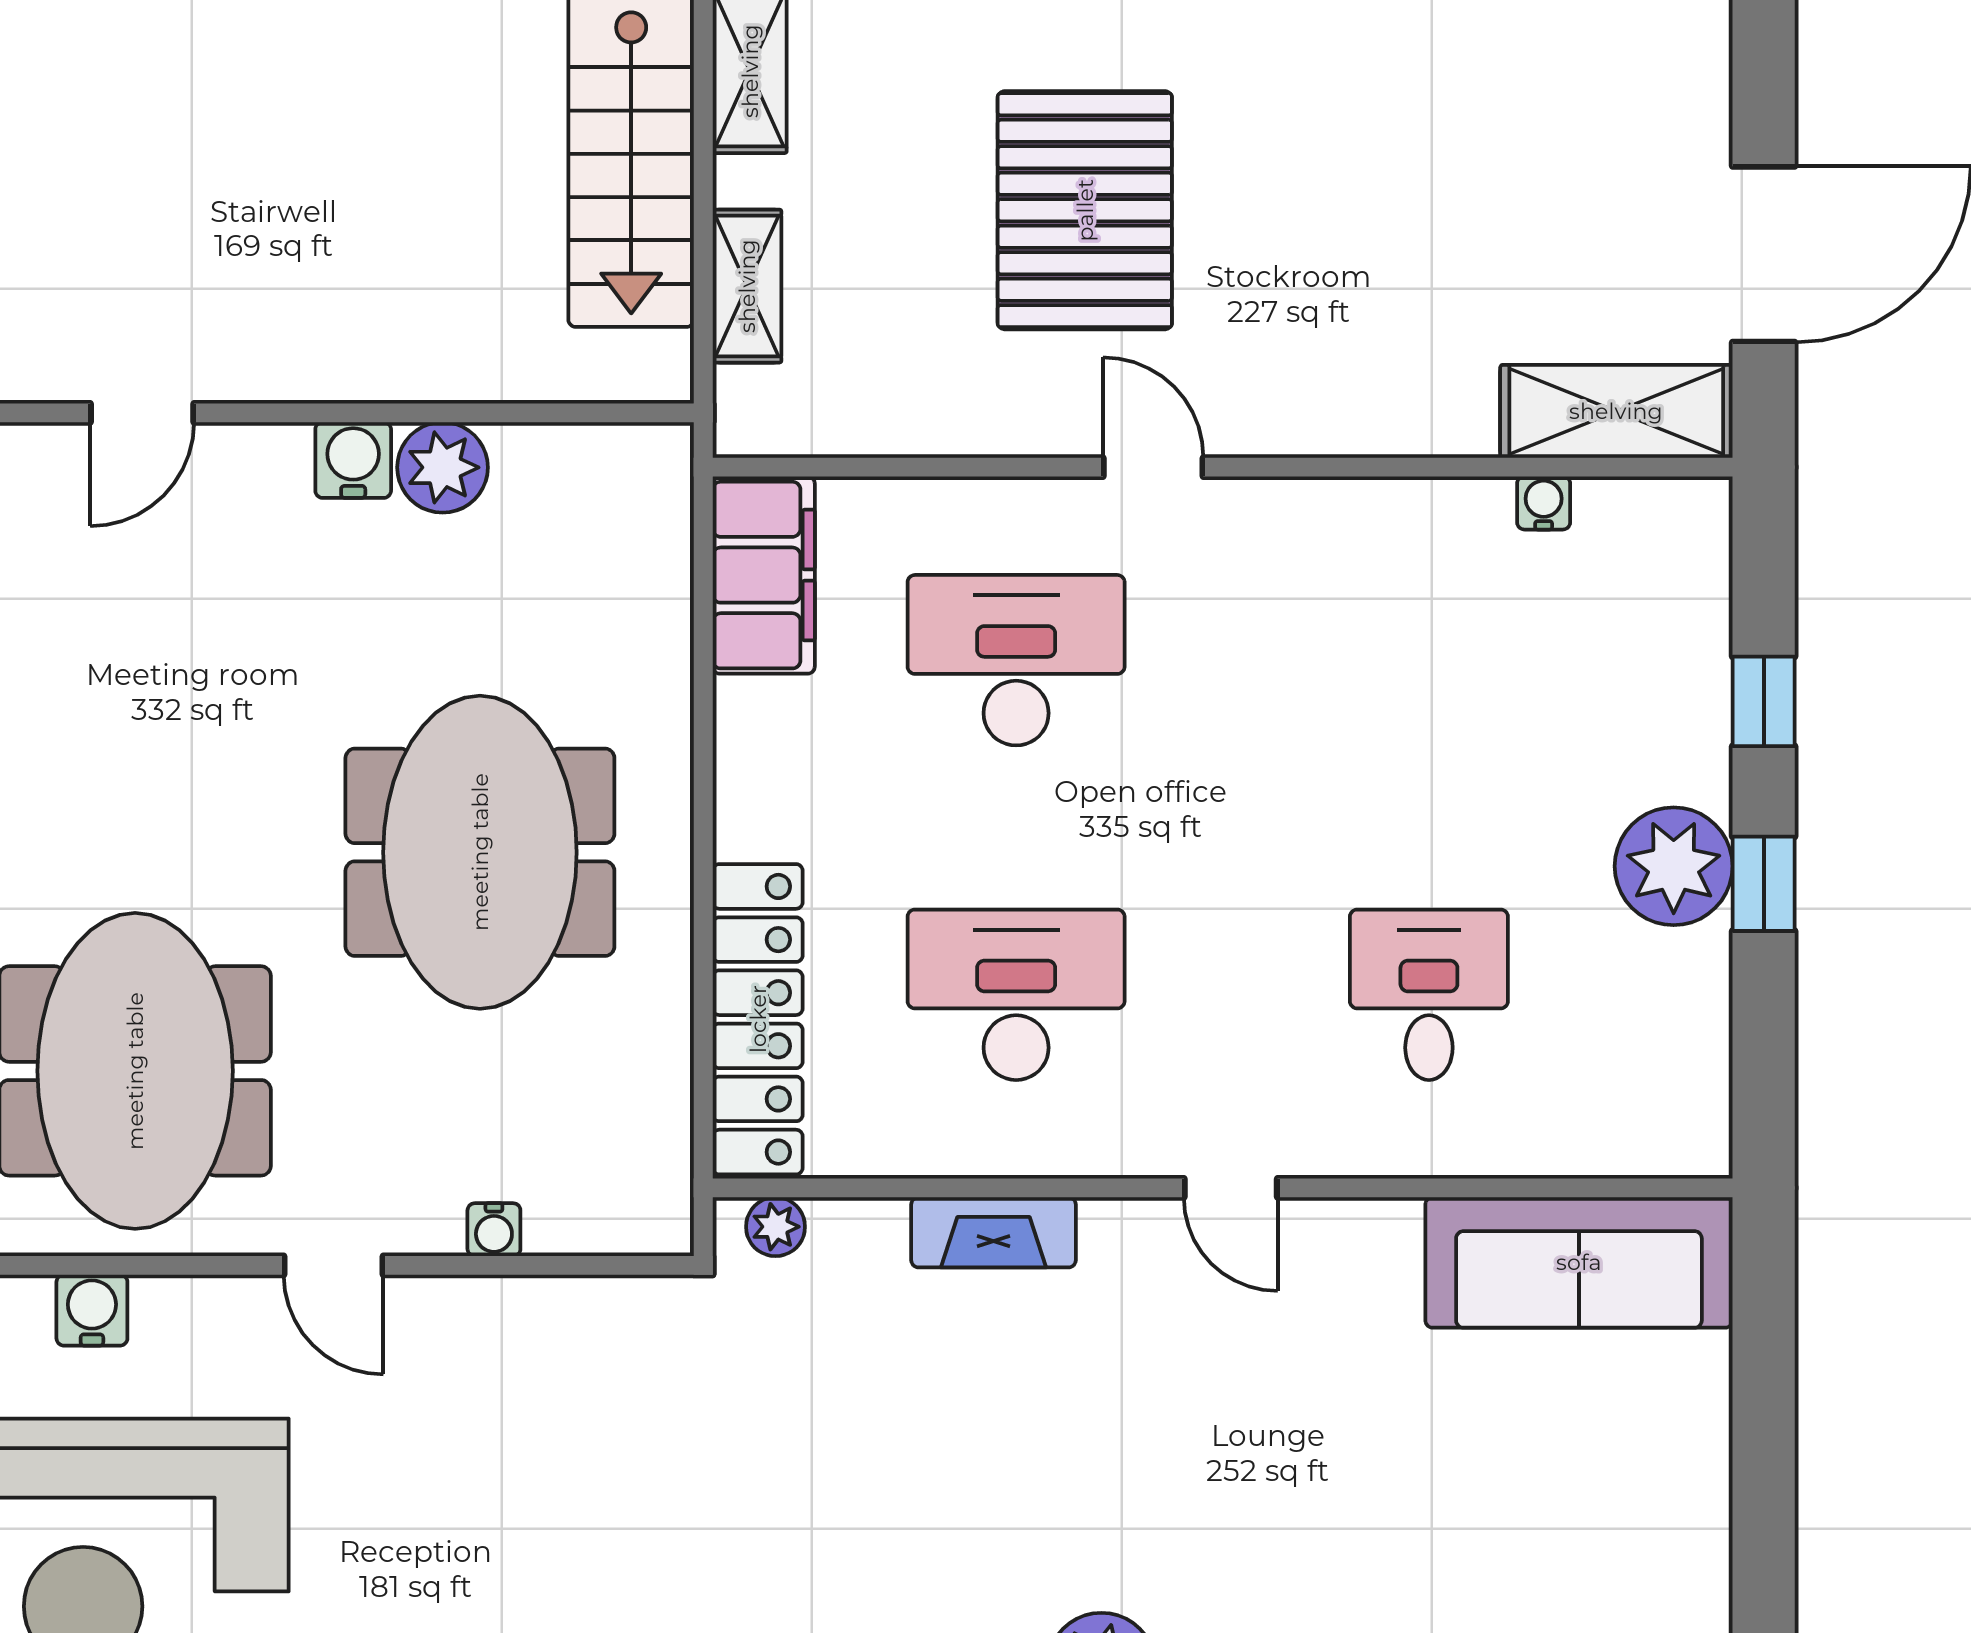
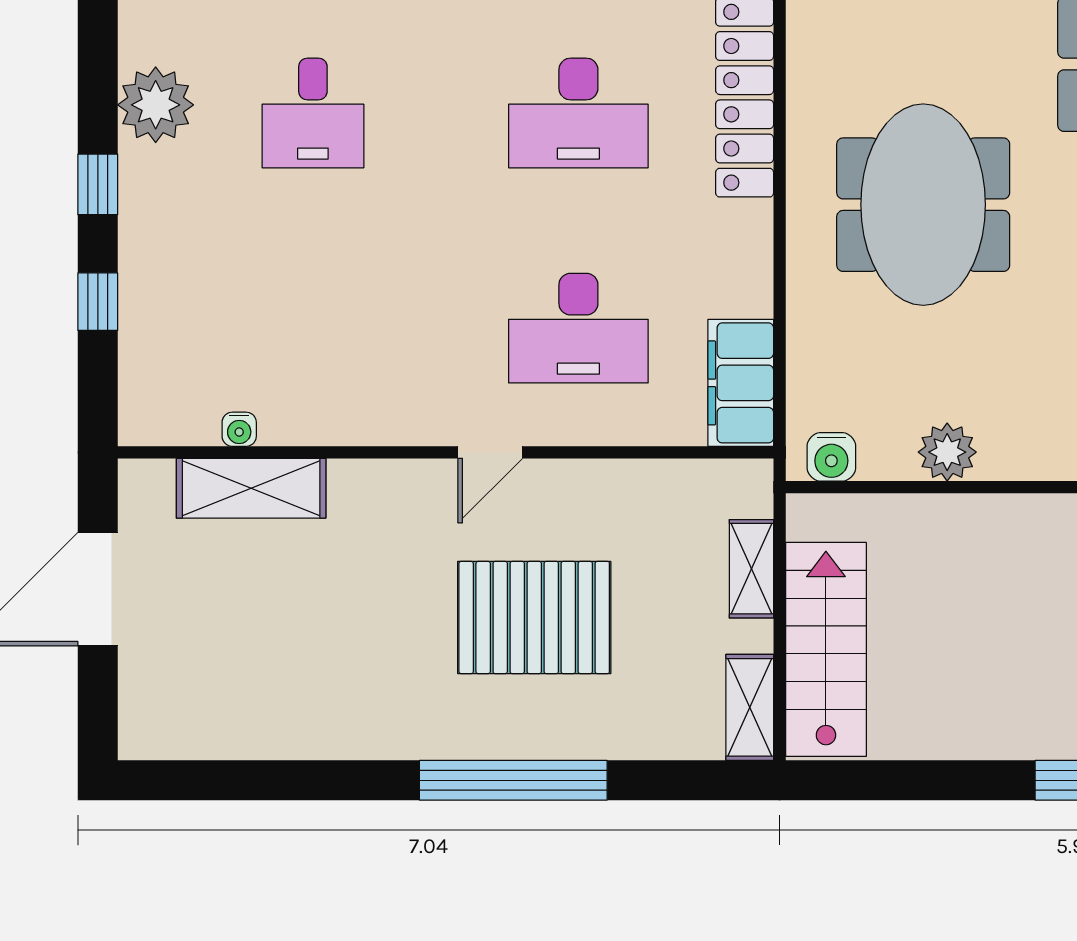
pallet: (1085, 210) -> (534, 617), turned 90
shelving: (1616, 411) -> (251, 488), moved
water cooler: (353, 460) -> (831, 457), moved
door: (1153, 467) -> (490, 452), hinge flipped
plant: (1674, 866) -> (156, 105), moved

